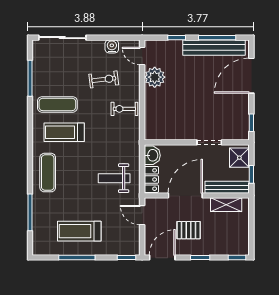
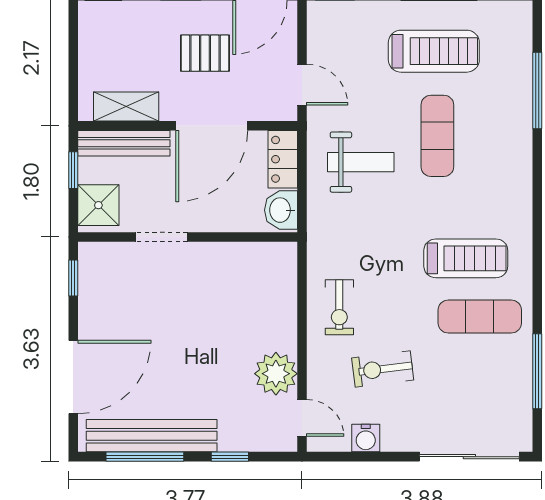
exercise bike: (124, 109) -> (339, 307), turned 90
exercise mat: (48, 173) -> (437, 136), moved

